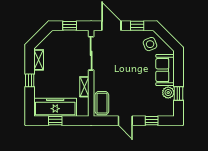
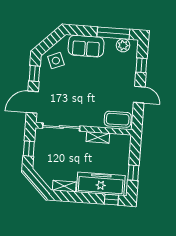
window: (30, 80) -> (111, 200), moved
plant: (168, 93) -> (123, 45), moved
window: (178, 94) -> (113, 33), width x2.17
freezer: (55, 107) -> (101, 184), moved, turned 90
door: (125, 121) -> (139, 95), hinge flipped

